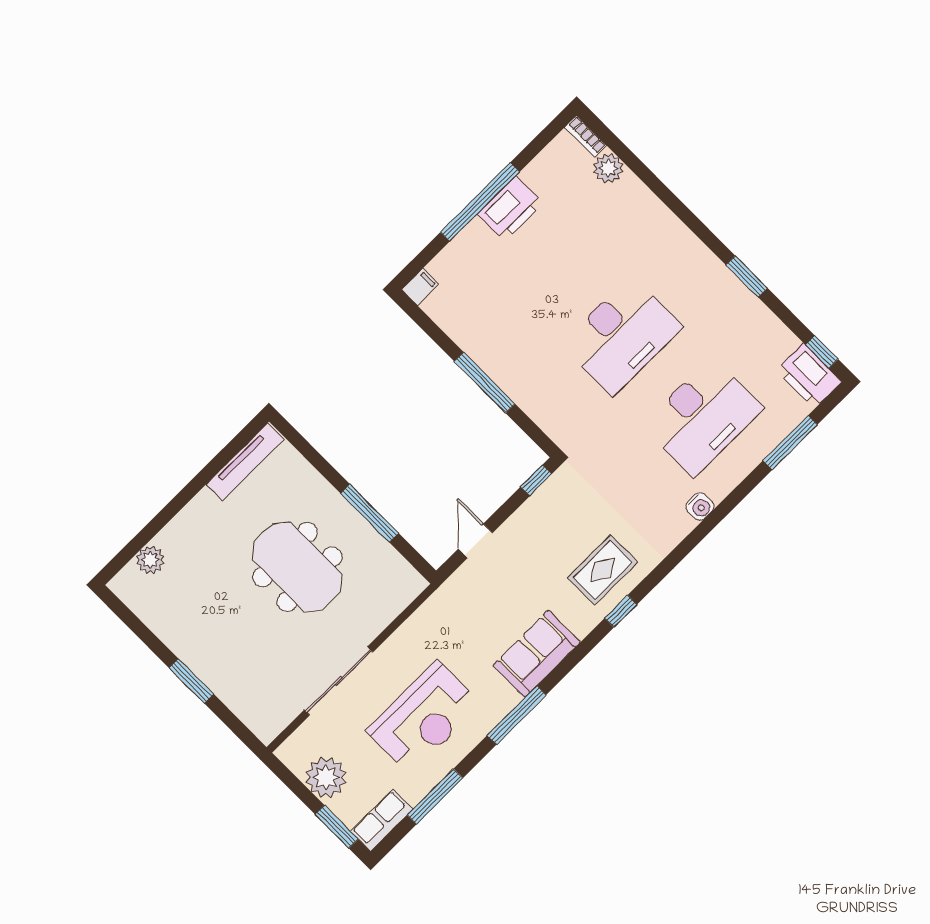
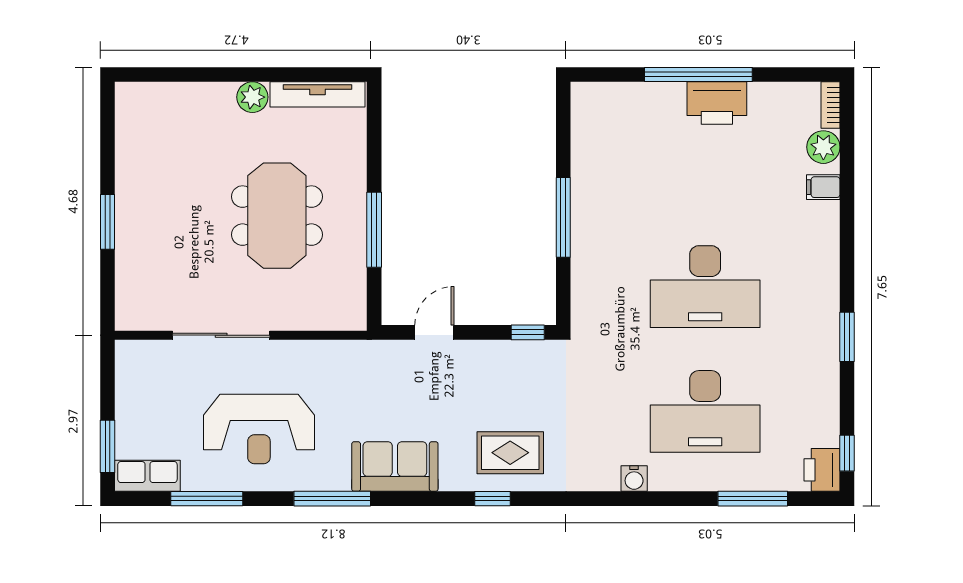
filing cabinet: (420, 287) -> (823, 187), moved, turned 180
printer: (809, 376) -> (822, 470), width x0.73, depth x0.84
plant: (150, 560) -> (252, 97), moved
plant: (326, 777) -> (137, 400), removed

